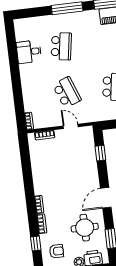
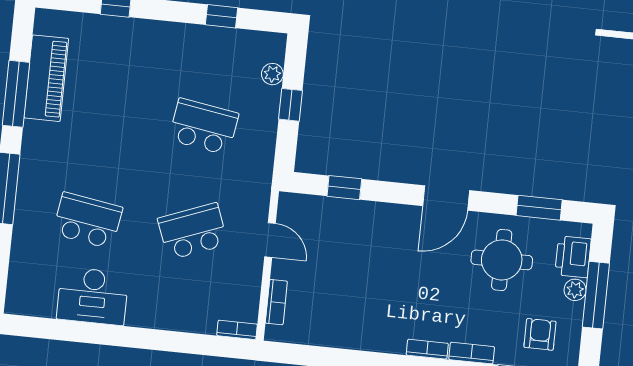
desk: (29, 52) -> (93, 296), width x1.37
door: (71, 126) -> (270, 240), swing flipped
door: (106, 198) -> (446, 198), hinge flipped

